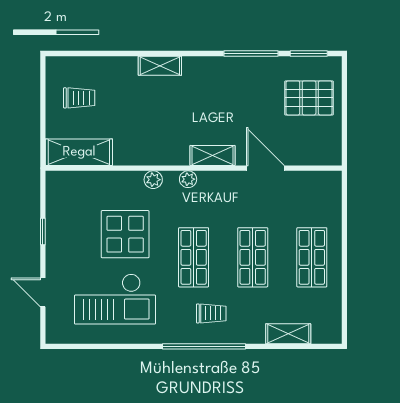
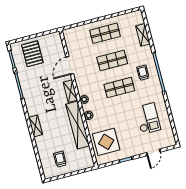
shelving: (79, 152) -> (78, 125), moved, width x1.47
display table: (125, 234) -> (106, 142), moved
checkout: (115, 299) -> (148, 119), width x0.73, depth x0.83

